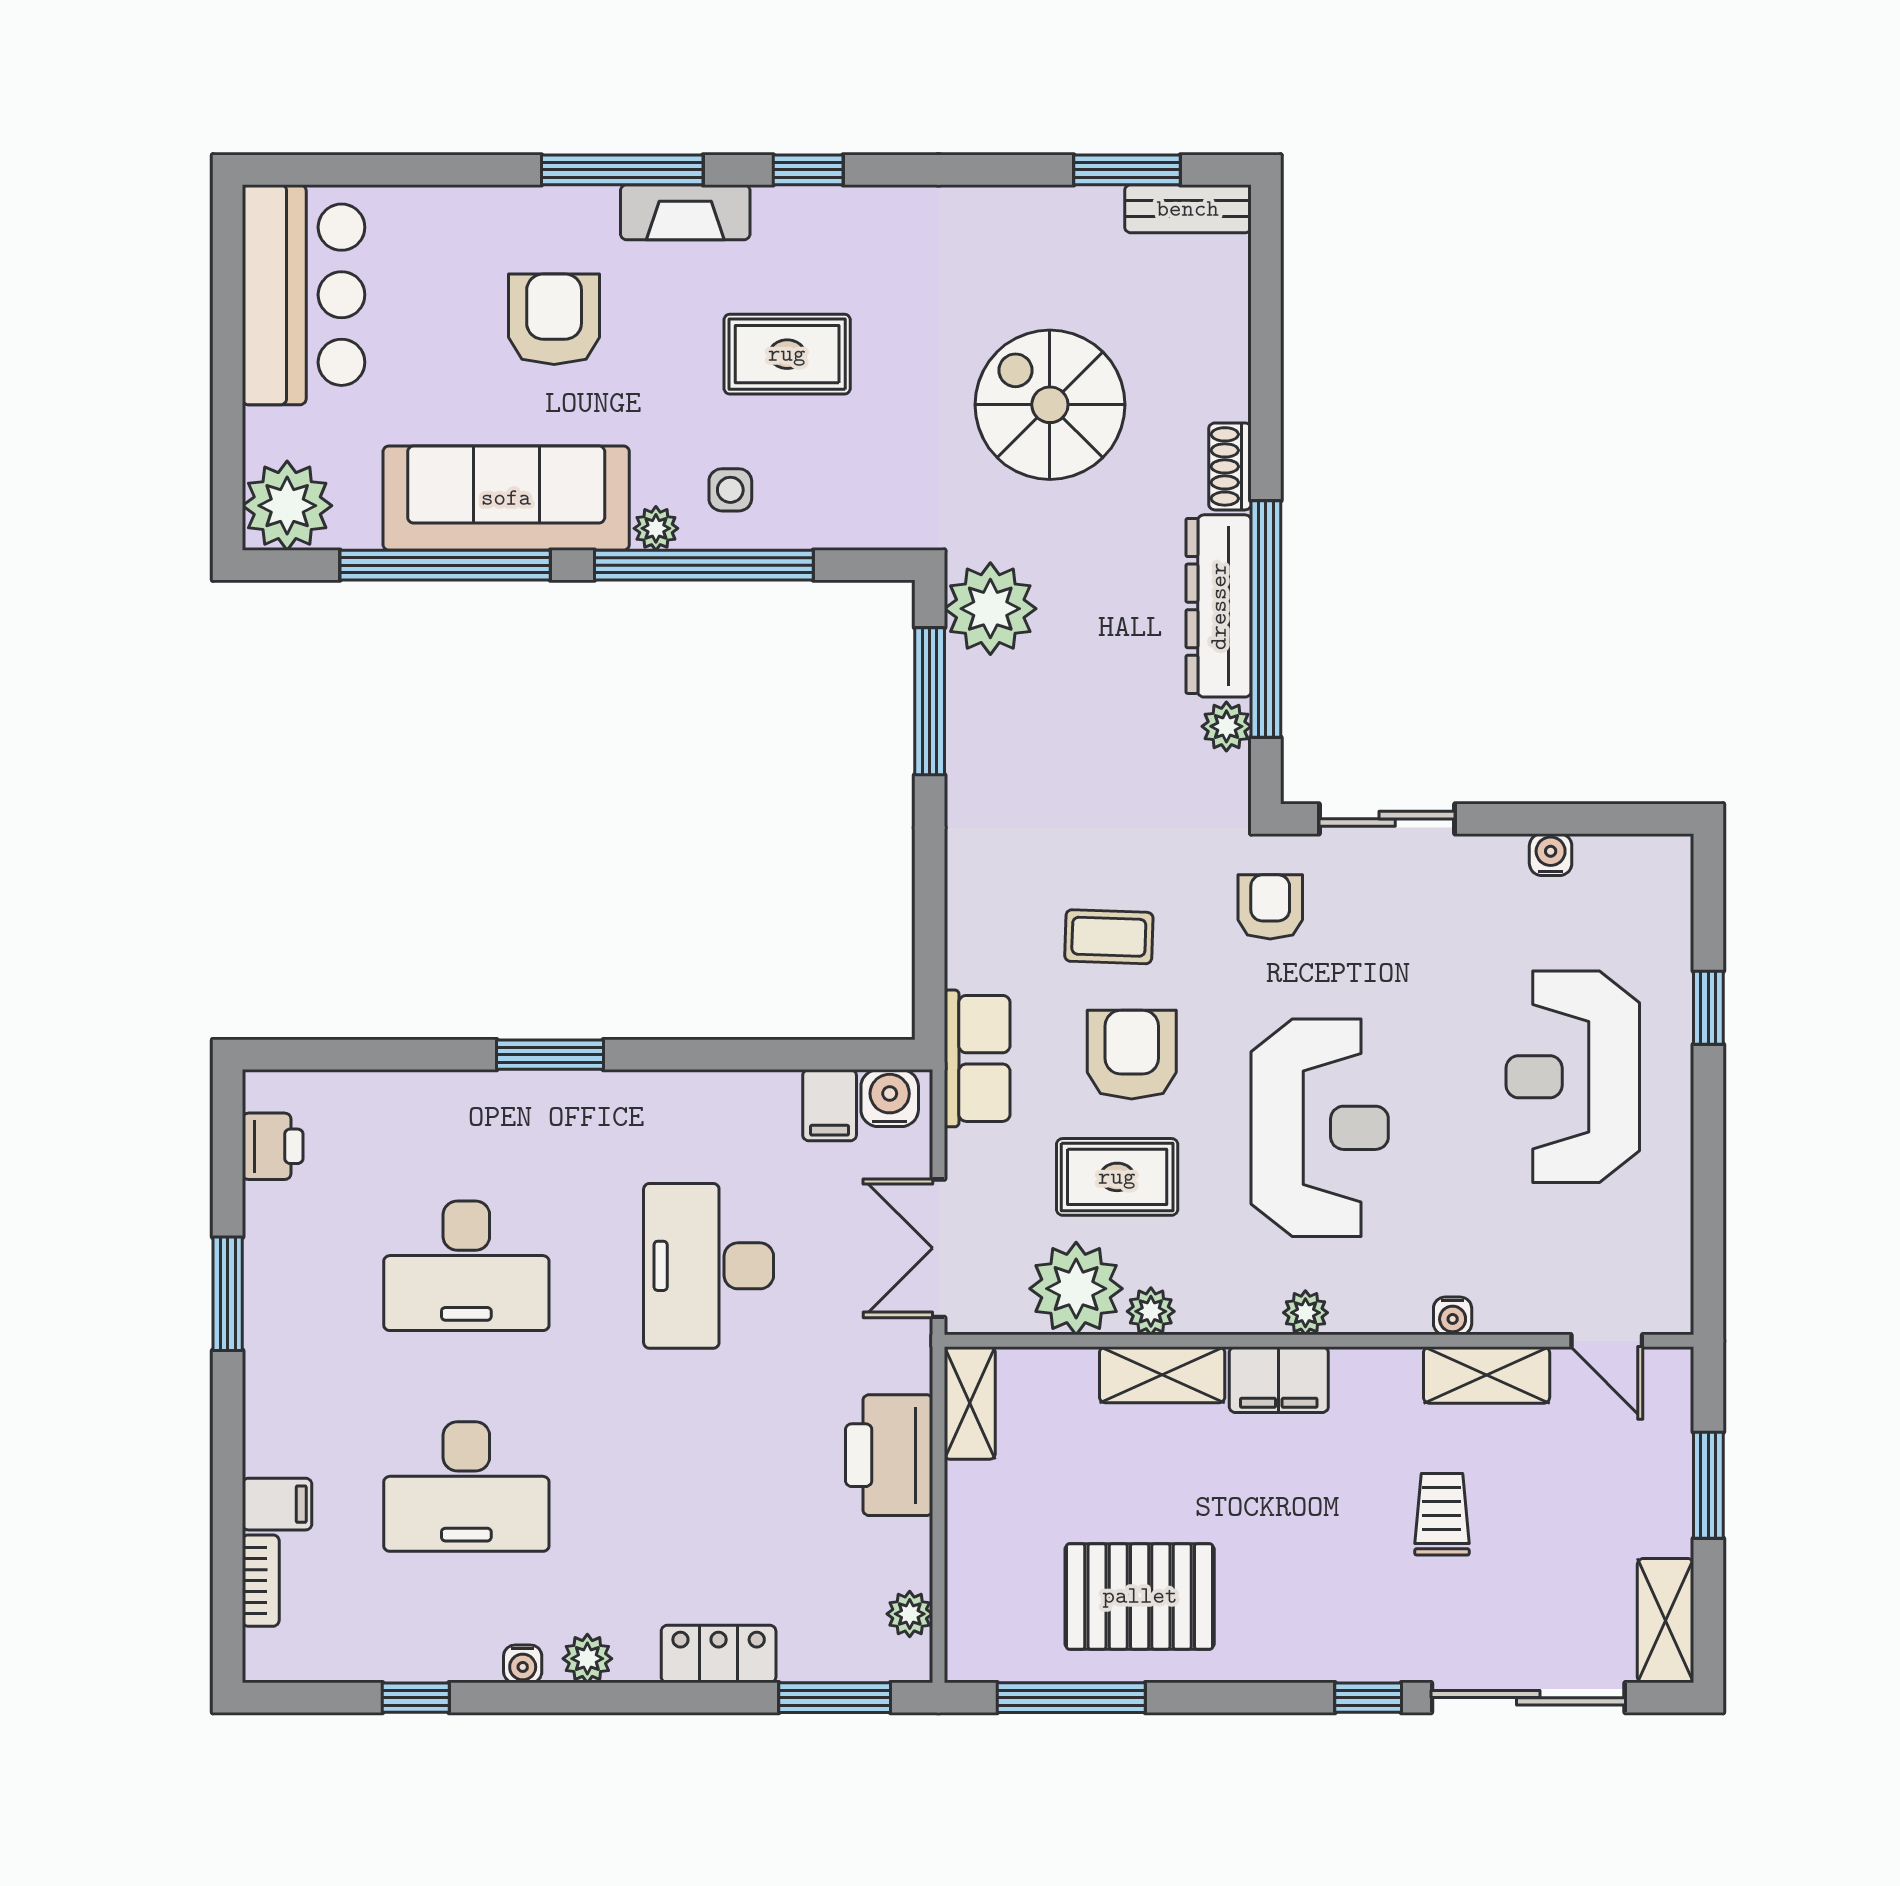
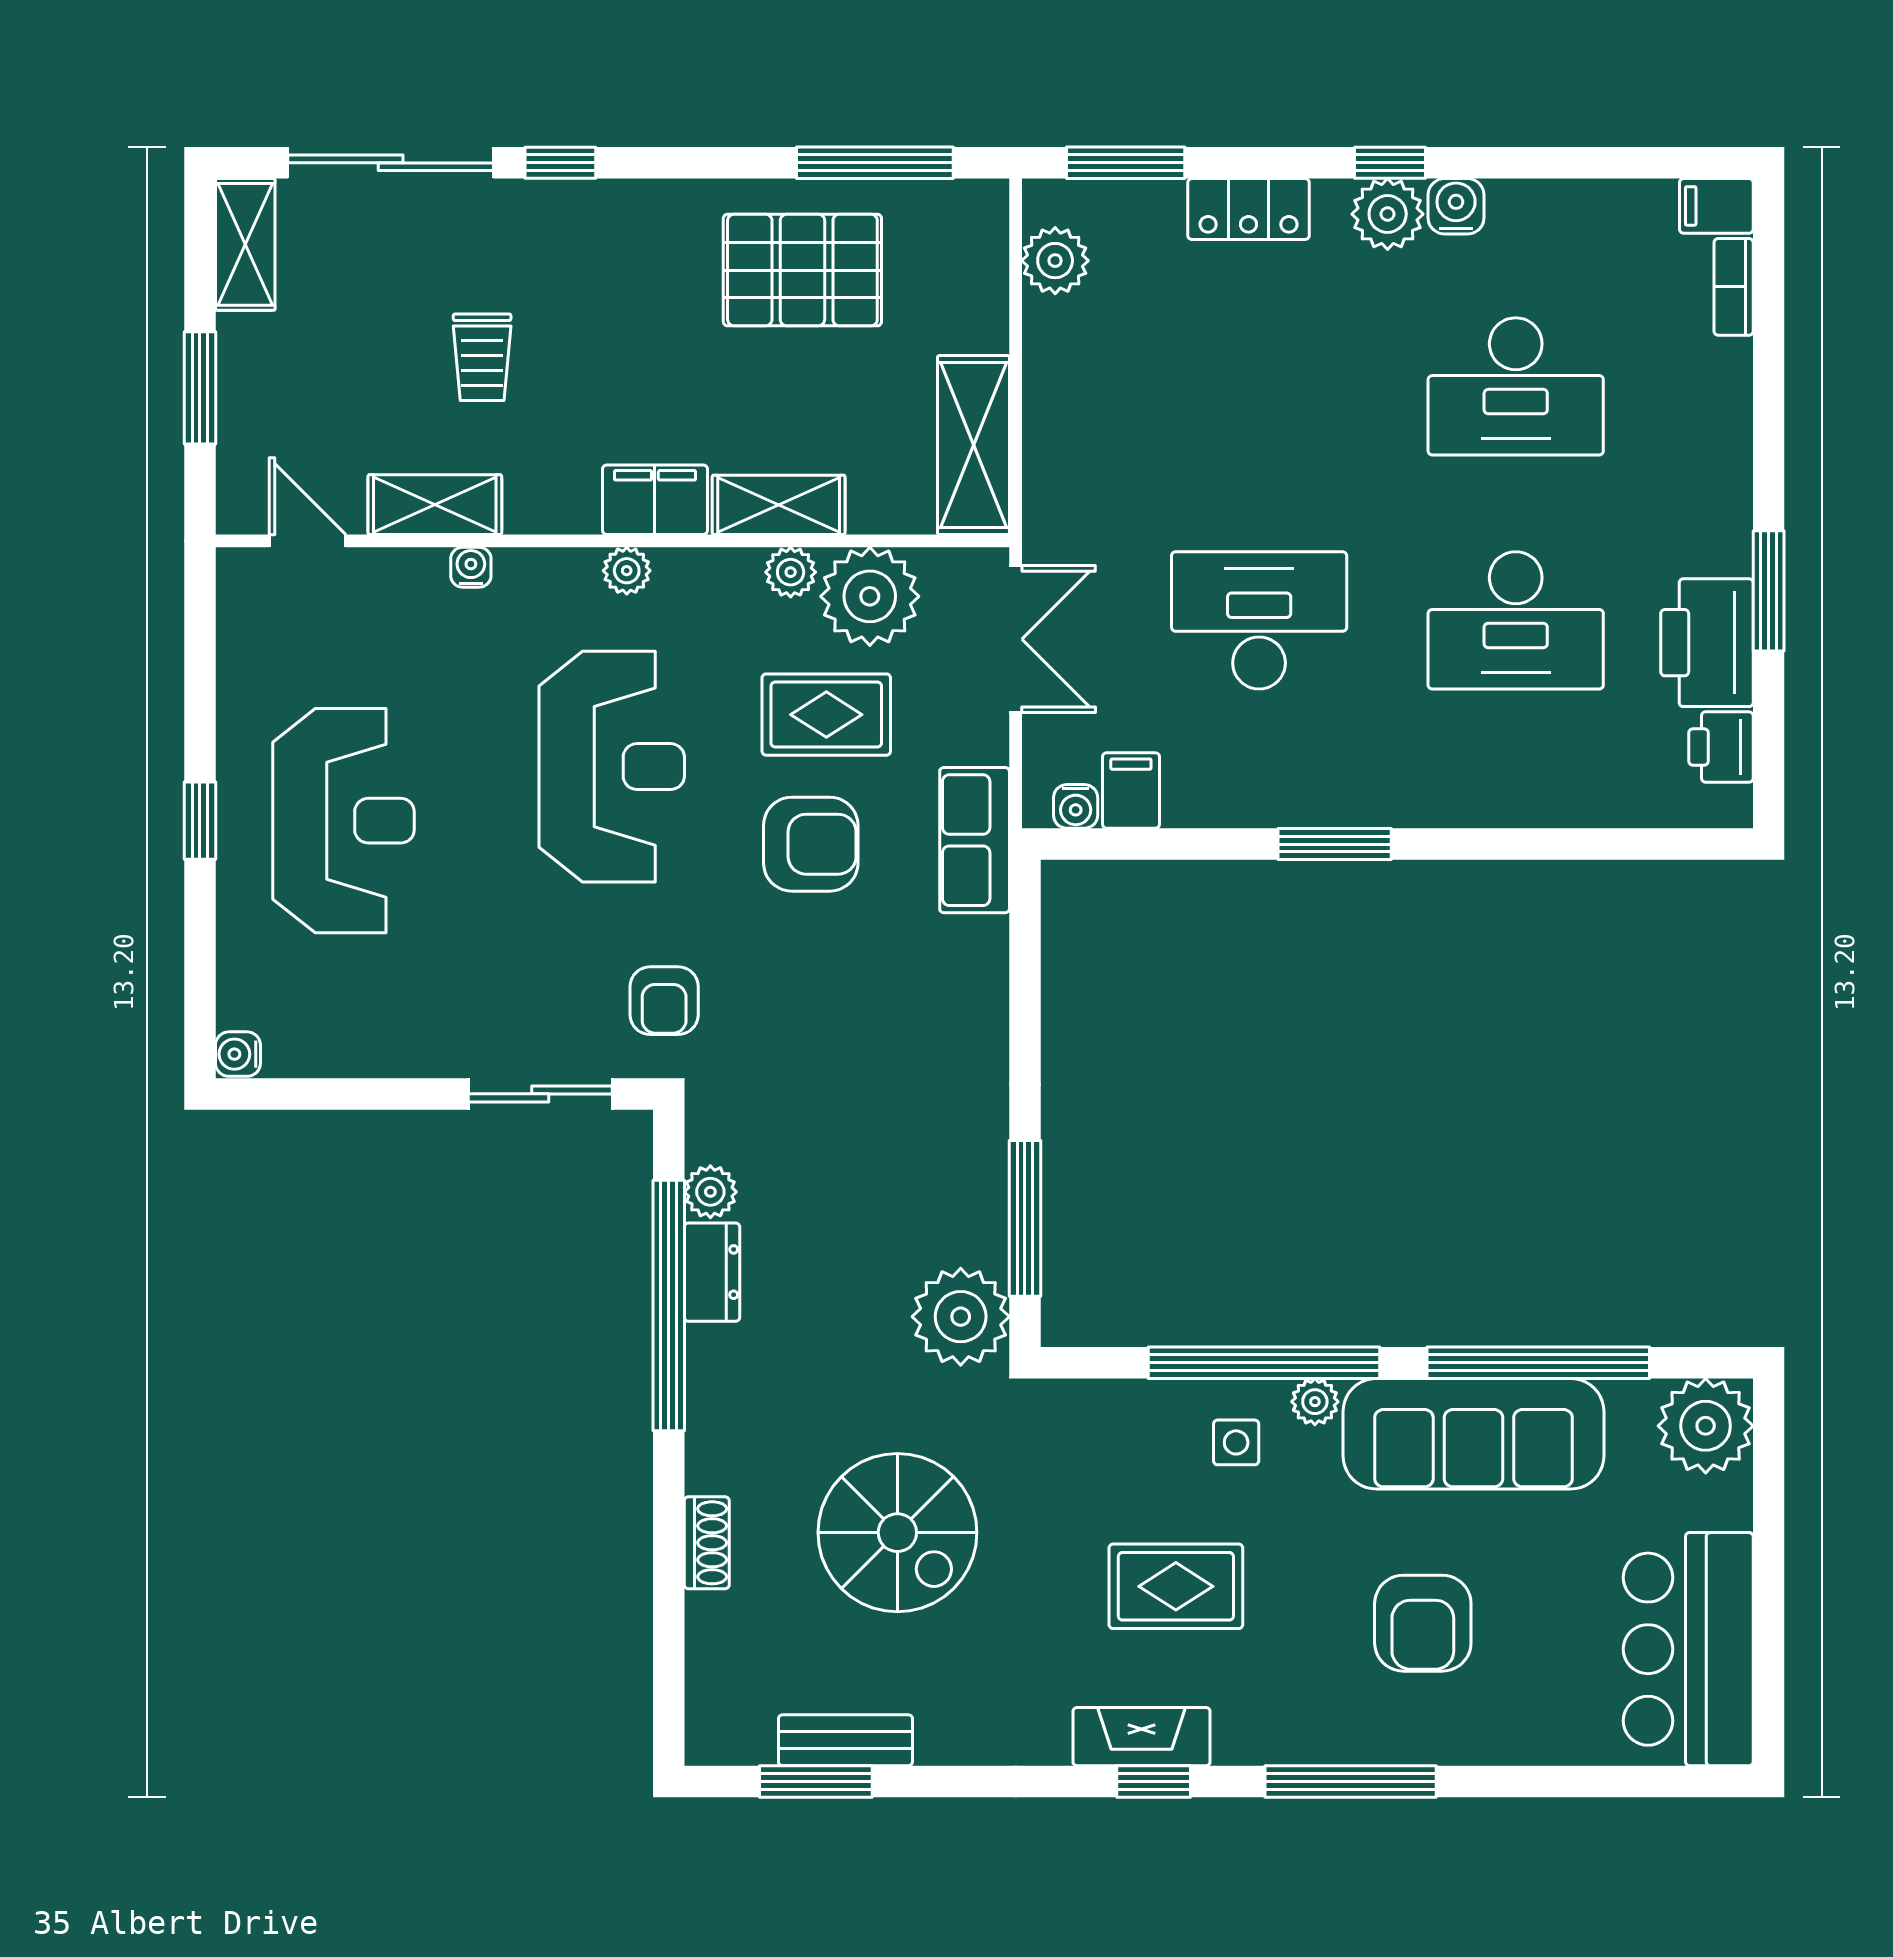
bench: (1188, 209) -> (845, 1740), moved
fireplace: (685, 212) -> (1142, 1737), moved
shoe rack: (1230, 466) -> (707, 1543), moved
dresser: (1219, 606) -> (712, 1272), width x0.51, depth x0.80
water cooler: (1551, 855) -> (238, 1054), moved, turned 90
coffee table: (1109, 937) -> (835, 969), removed
window: (1708, 1008) -> (200, 821), moved
window: (550, 1055) -> (1335, 844), moved
armchair: (1132, 1055) -> (811, 844), turned -90
water cooler: (890, 1098) -> (1076, 806), width x0.72, depth x0.72
reception desk: (1320, 1128) -> (612, 767), turned 180
desk: (466, 1266) -> (1516, 620), turned 180
desk: (709, 1266) -> (1259, 620), turned -90
shelving: (970, 1403) -> (973, 445), width x1.50, depth x1.33
printer: (889, 1455) -> (1707, 643), moved, turned 180
desk: (466, 1487) -> (1516, 386), turned 180
filing cabinet: (277, 1504) -> (1716, 206), moved
plant: (910, 1614) -> (1055, 261), width x1.38, depth x1.38
plant: (587, 1659) -> (1388, 214), width x1.38, depth x1.38
water cooler: (523, 1664) -> (1456, 206), width x1.38, depth x1.38
window: (416, 1698) -> (1390, 163), moved

